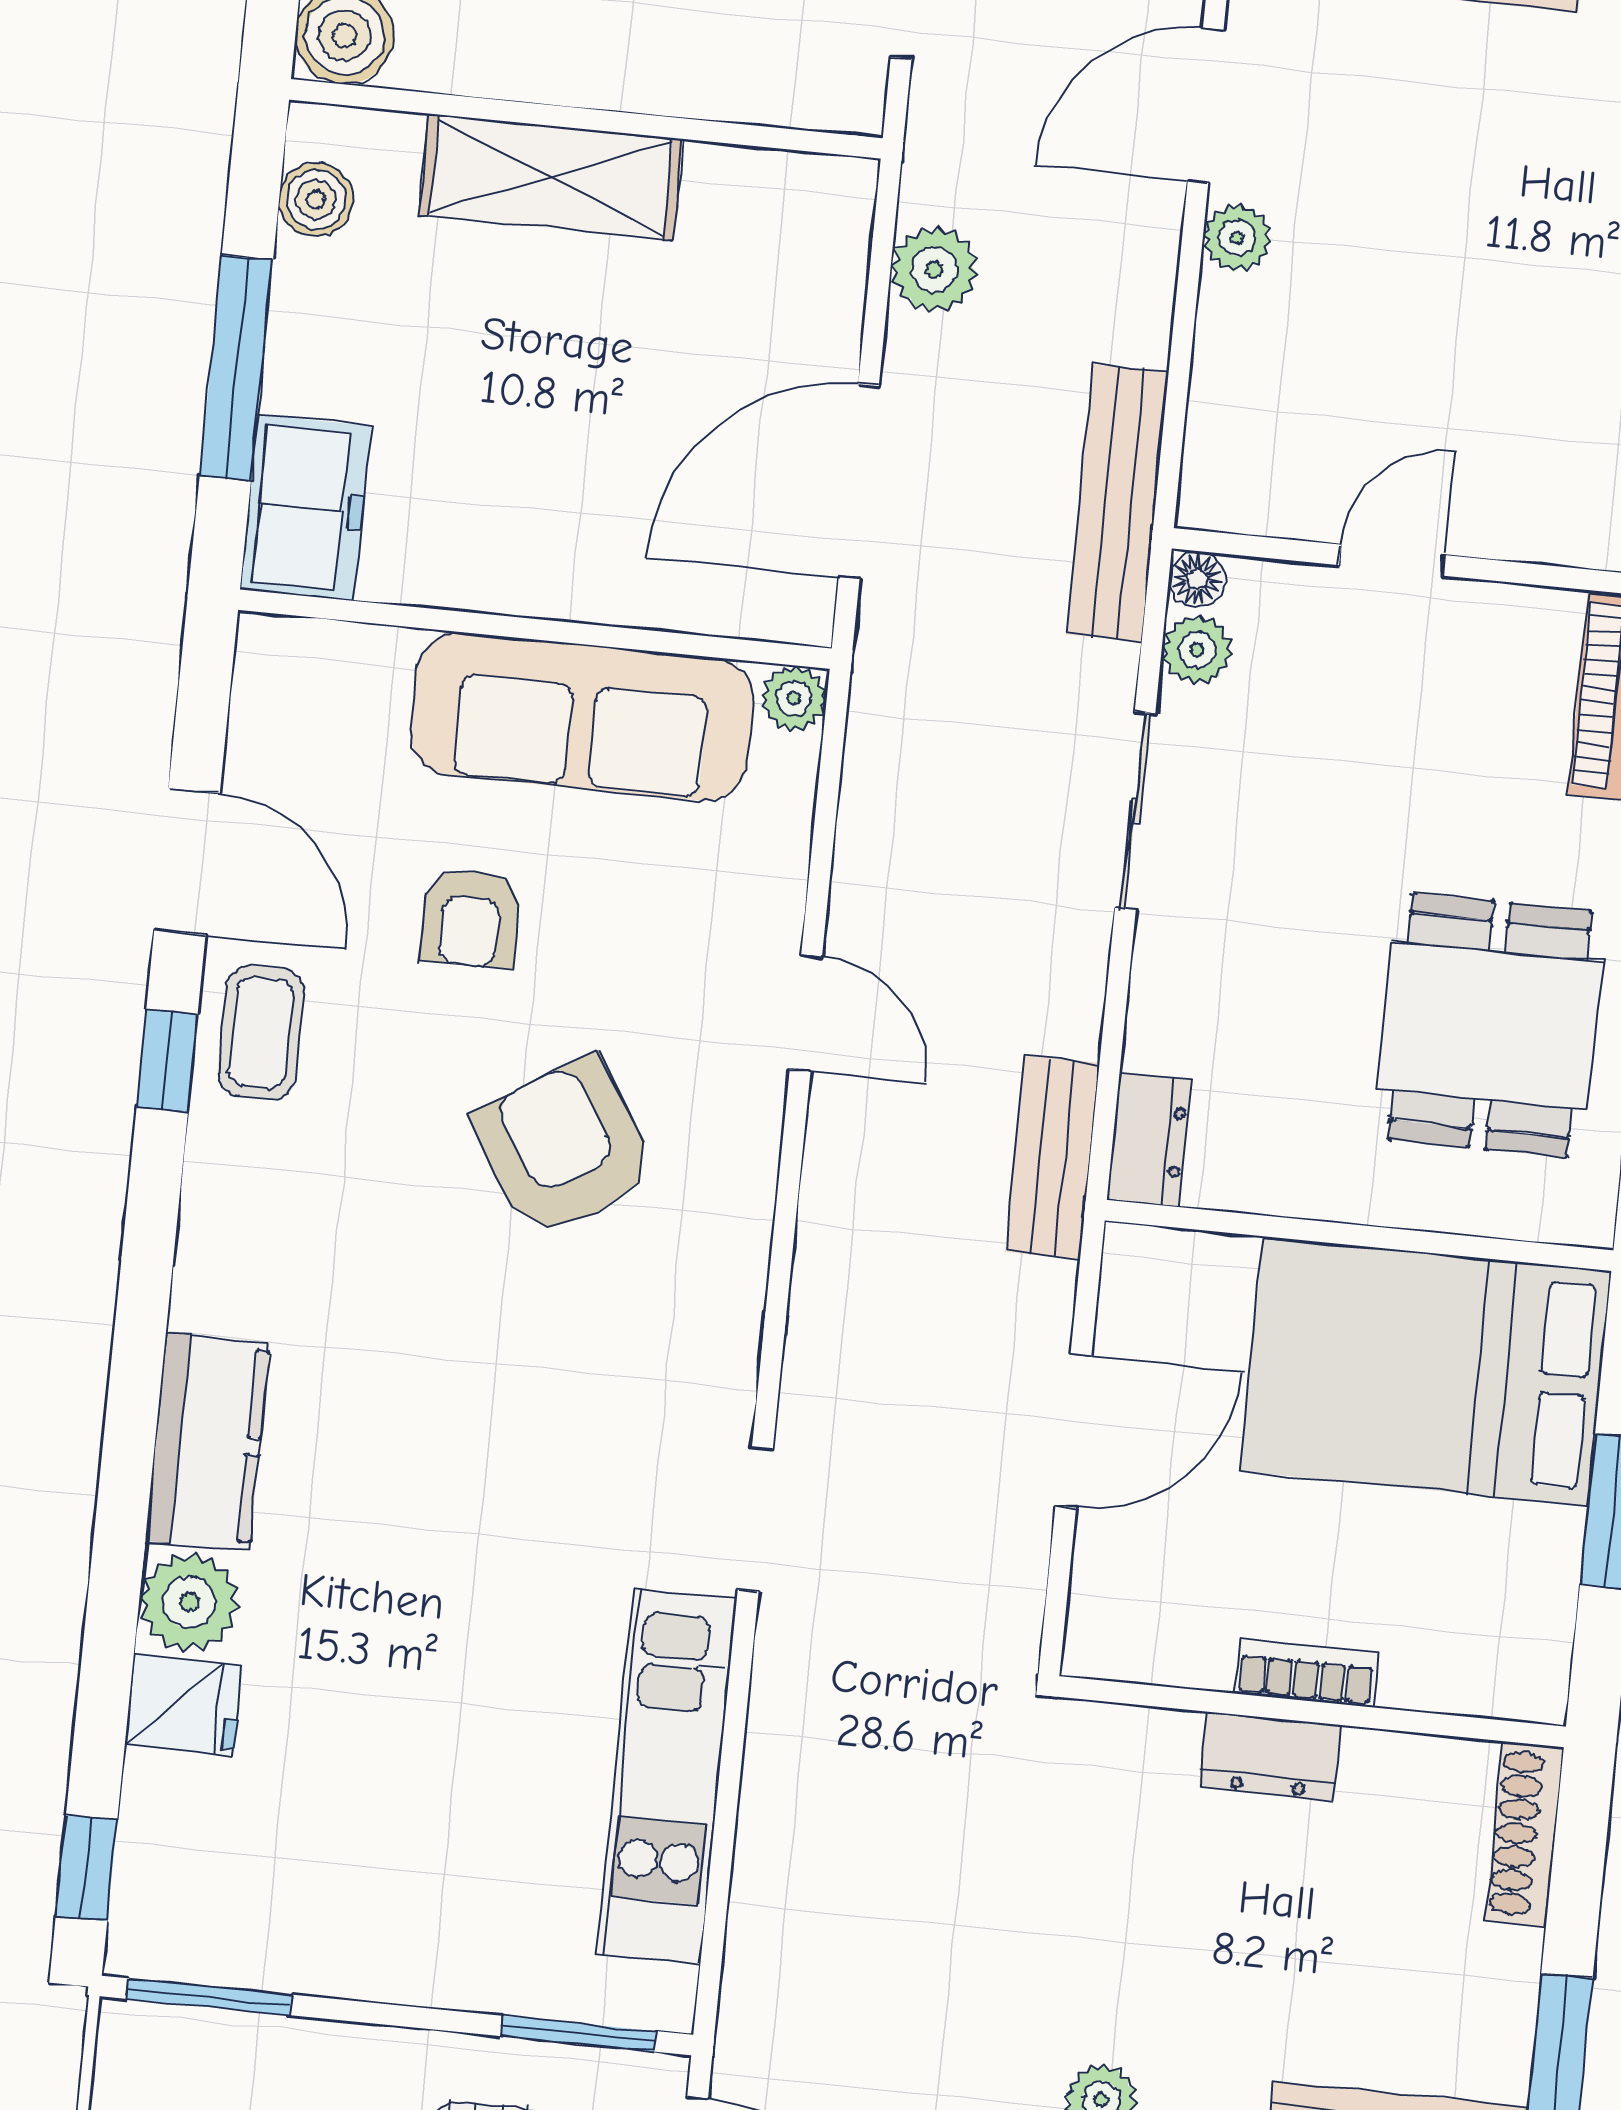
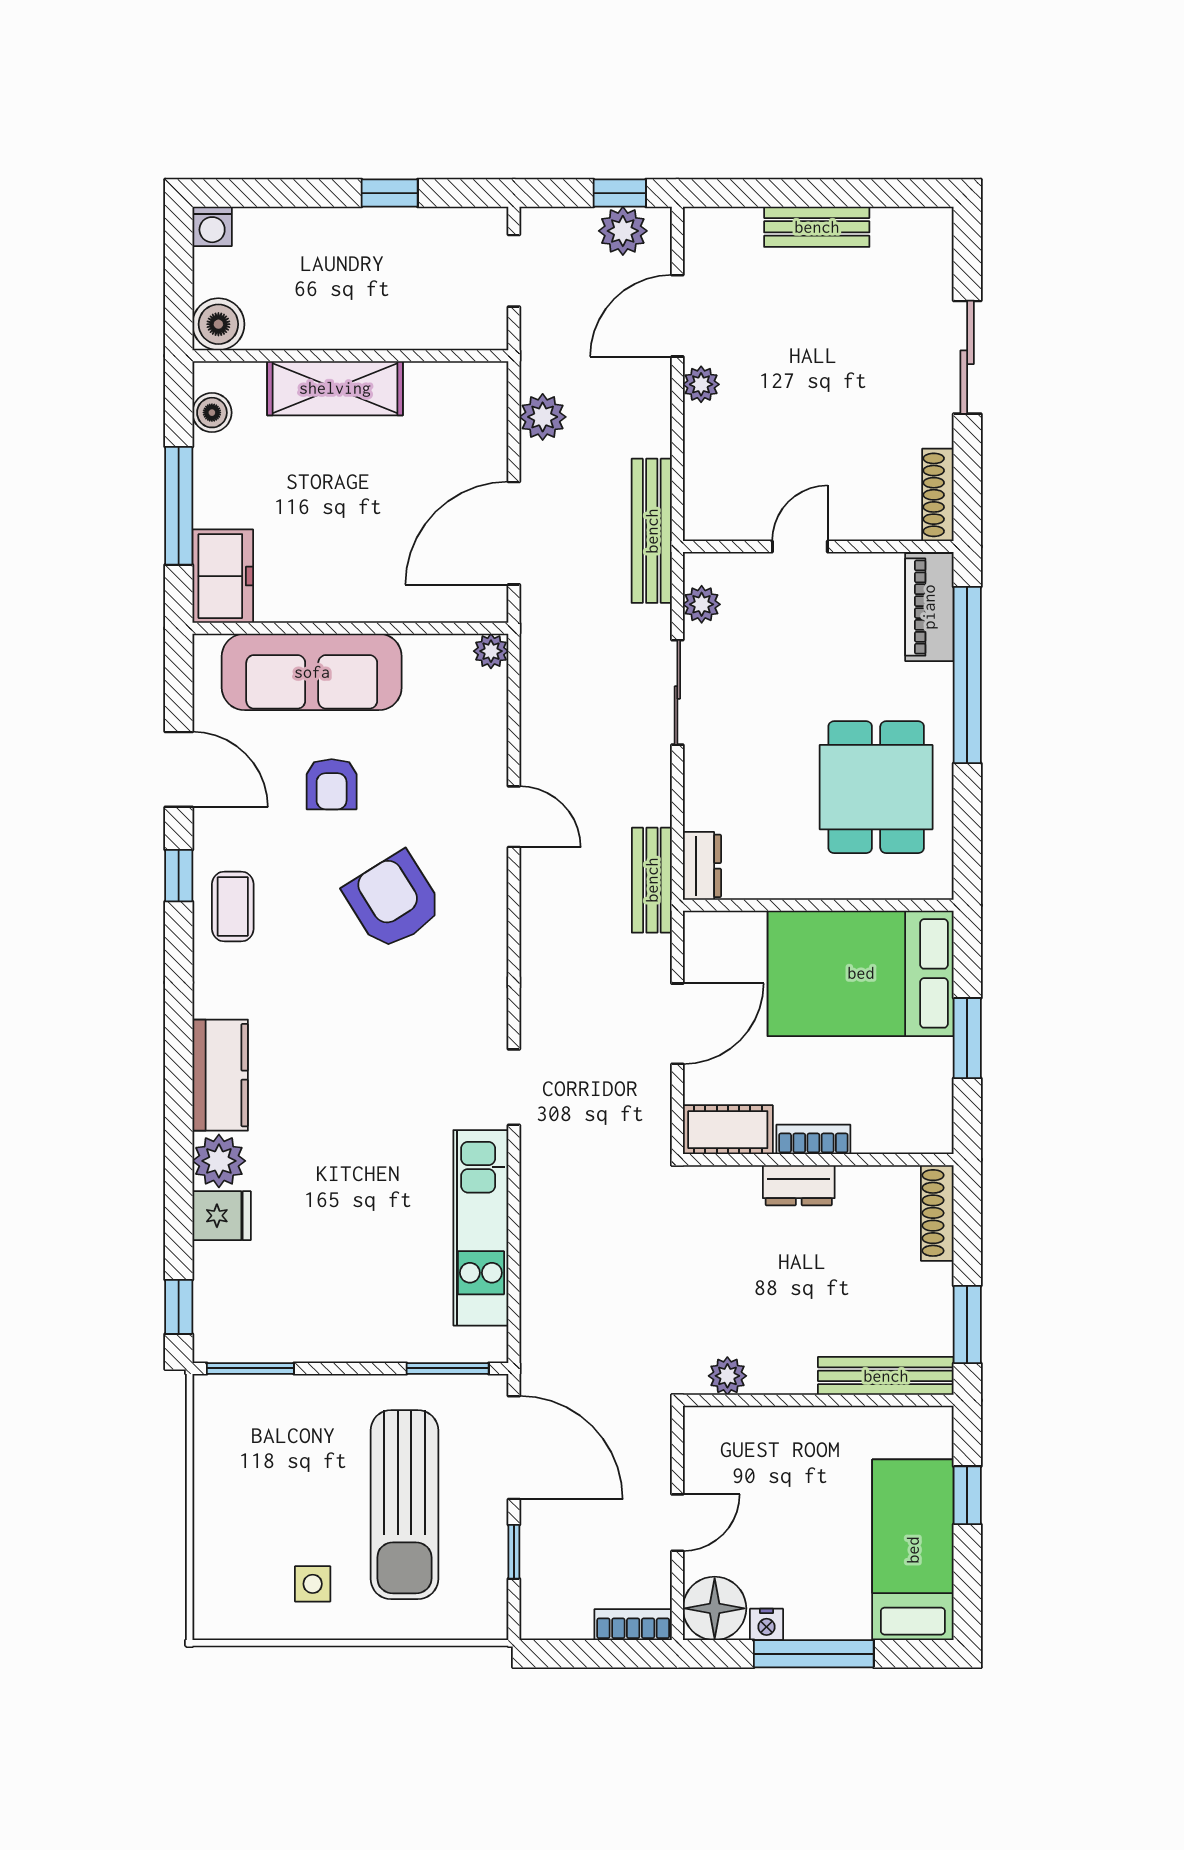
floor lamp: (1197, 579) -> (698, 567), removed
sofa: (582, 717) -> (312, 672), moved
coffee table: (261, 1033) -> (233, 906), moved
cot: (1148, 1639) -> (728, 1130), added

